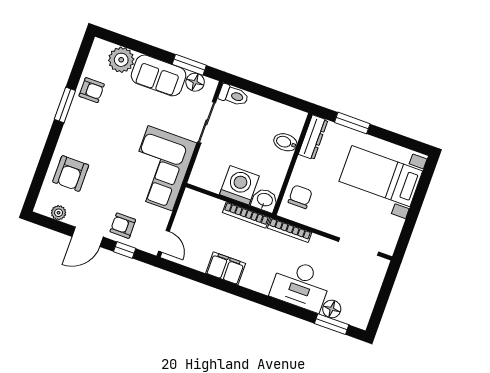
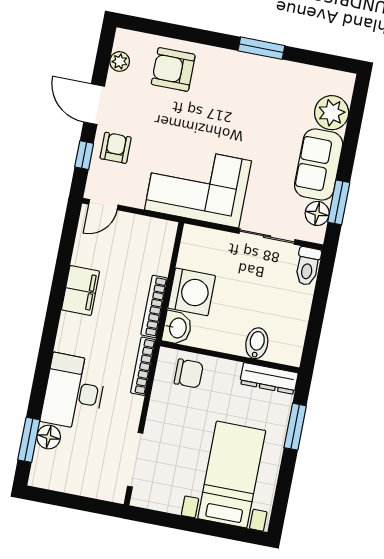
armchair: (92, 90) -> (286, 80), removed

